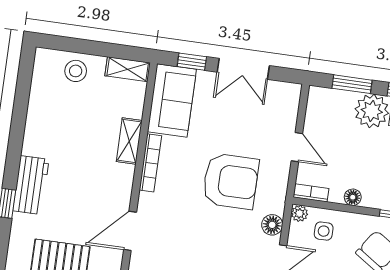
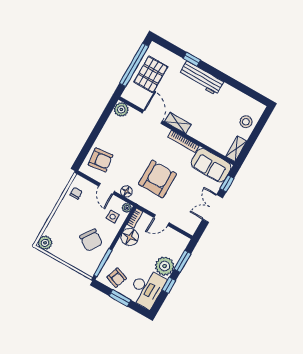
shelving: (129, 141) -> (178, 123), moved
armchair: (231, 181) -> (157, 179), turned 180
workbench: (31, 185) -> (201, 78), width x1.38
floor lamp: (353, 197) -> (130, 237), width x1.89, depth x1.89

